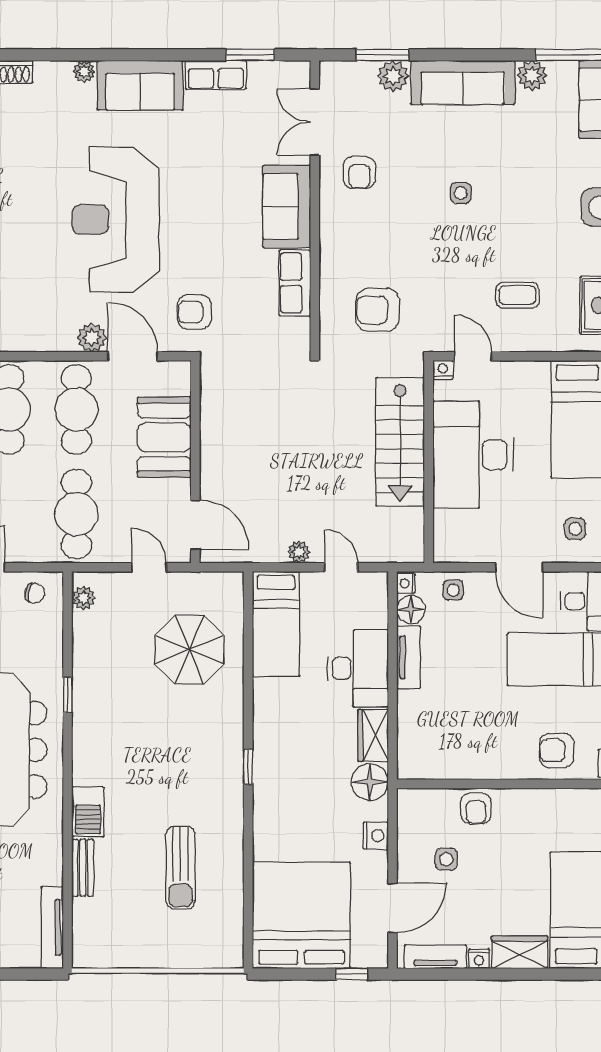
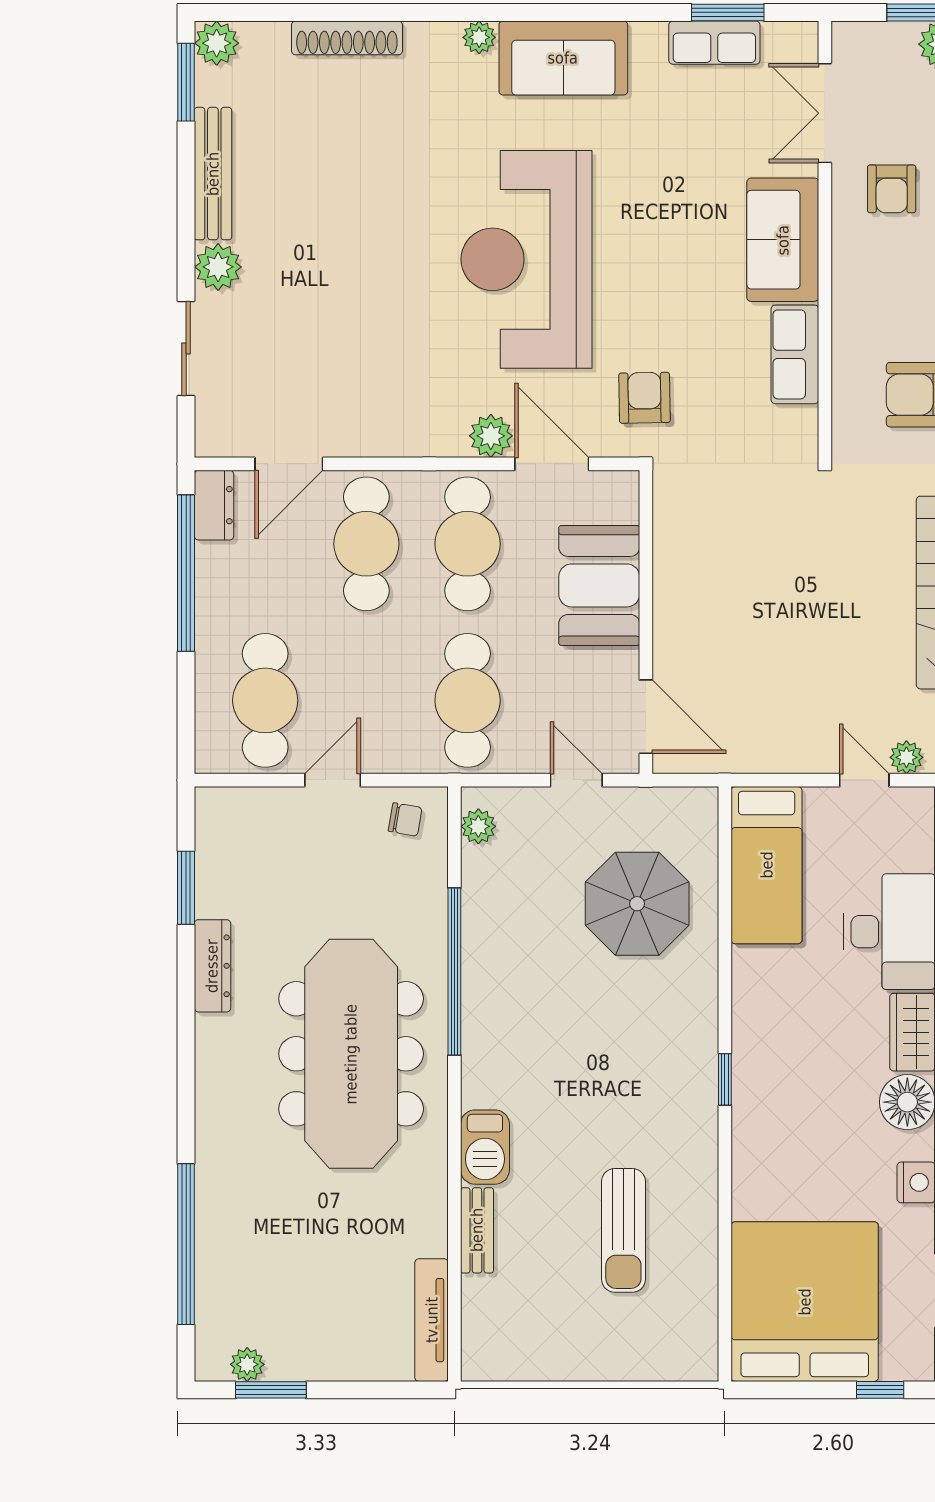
row of seats: (216, 75) -> (714, 43), moved
armchair: (194, 312) -> (644, 398), turned 89
plant: (299, 552) -> (906, 757), moved
window: (68, 695) -> (454, 971), width x3.17

